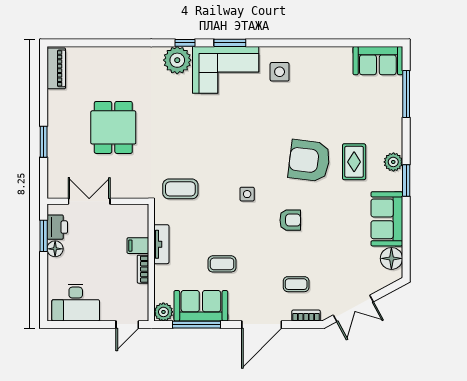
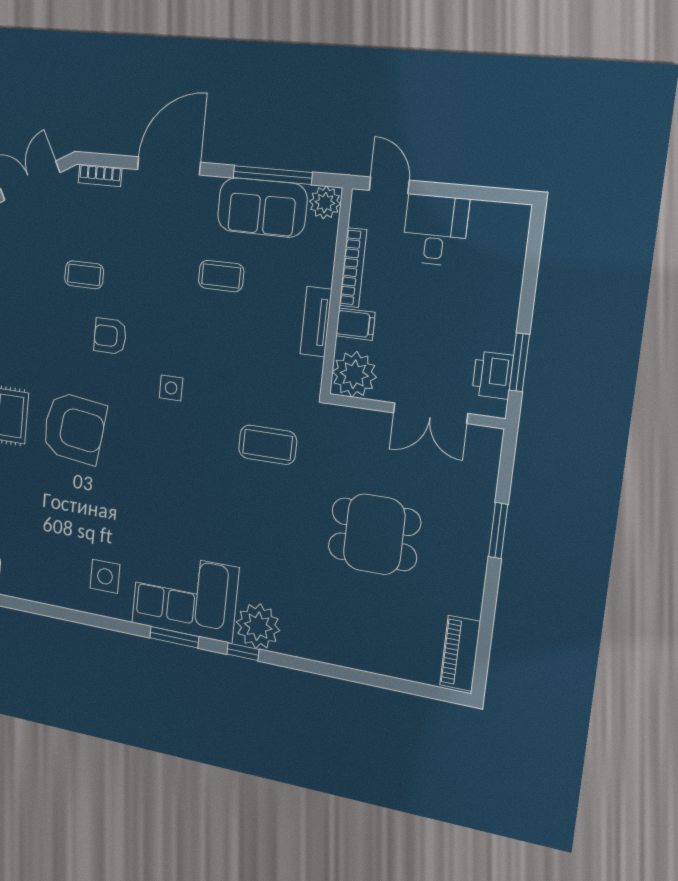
dining table: (113, 127) -> (374, 534), turned 90
coffee table: (180, 189) -> (268, 445), moved
plant: (135, 217) -> (354, 374), added
floor lamp: (55, 249) -> (501, 336), removed
bookcase: (143, 269) -> (353, 268), width x1.56
coffee table: (296, 284) -> (84, 275), moved
desk: (76, 303) -> (435, 230), moved, width x0.73
door: (127, 325) -> (389, 185), hinge flipped

